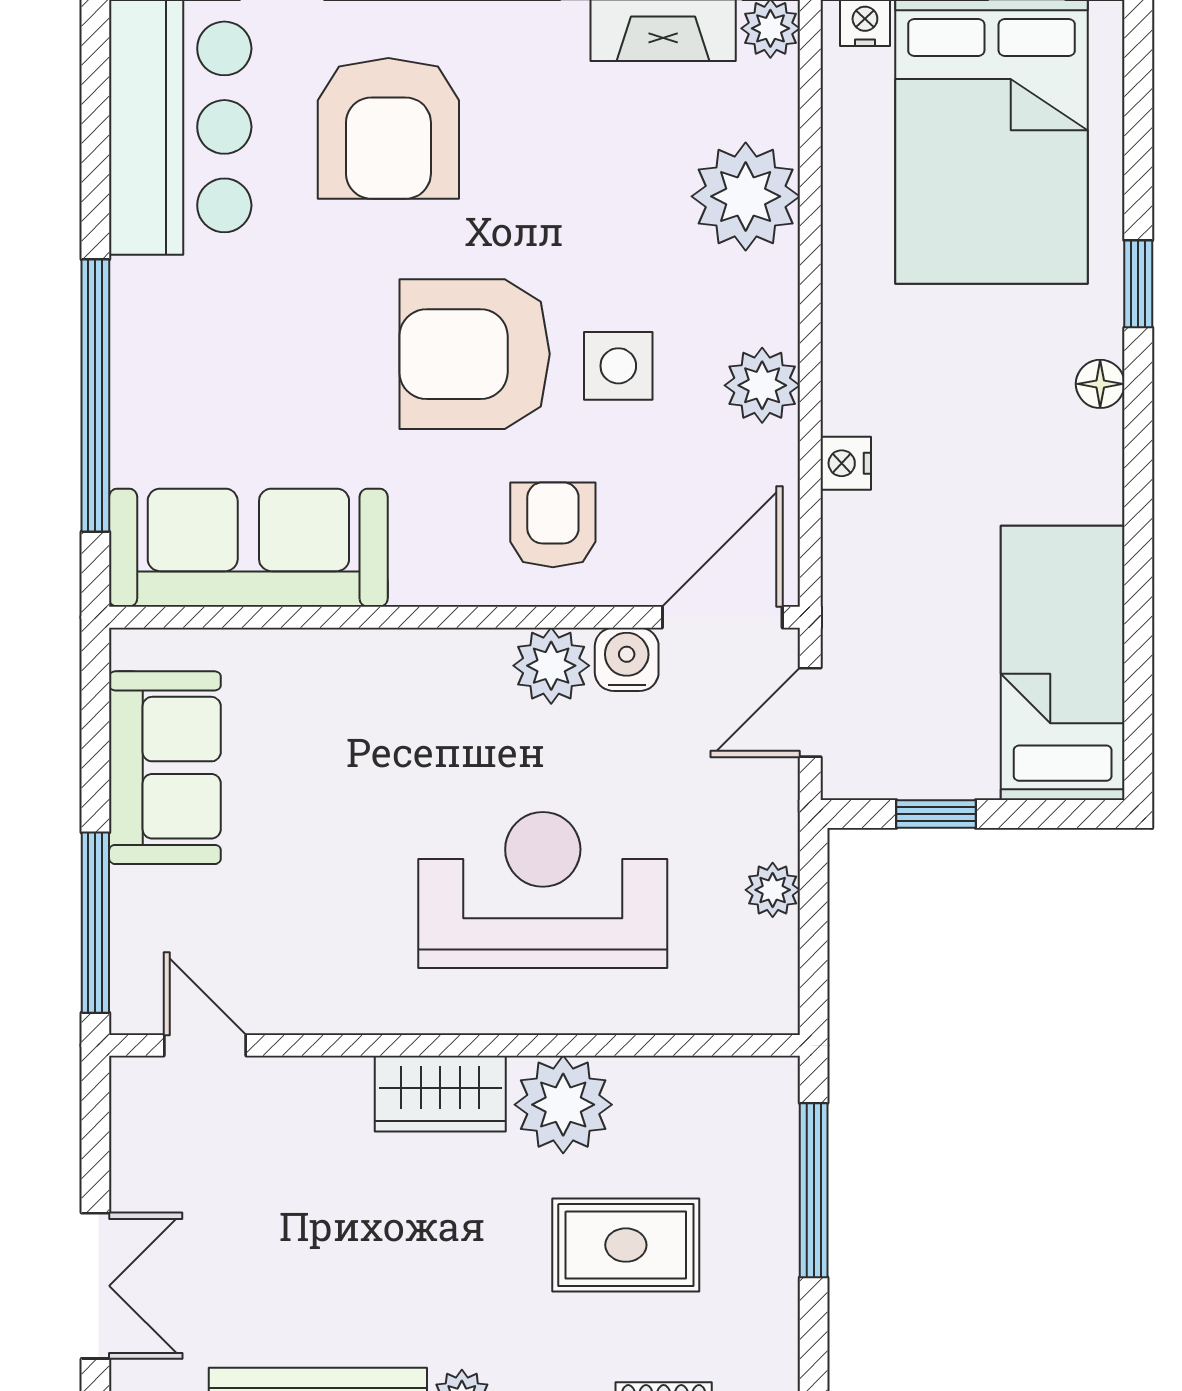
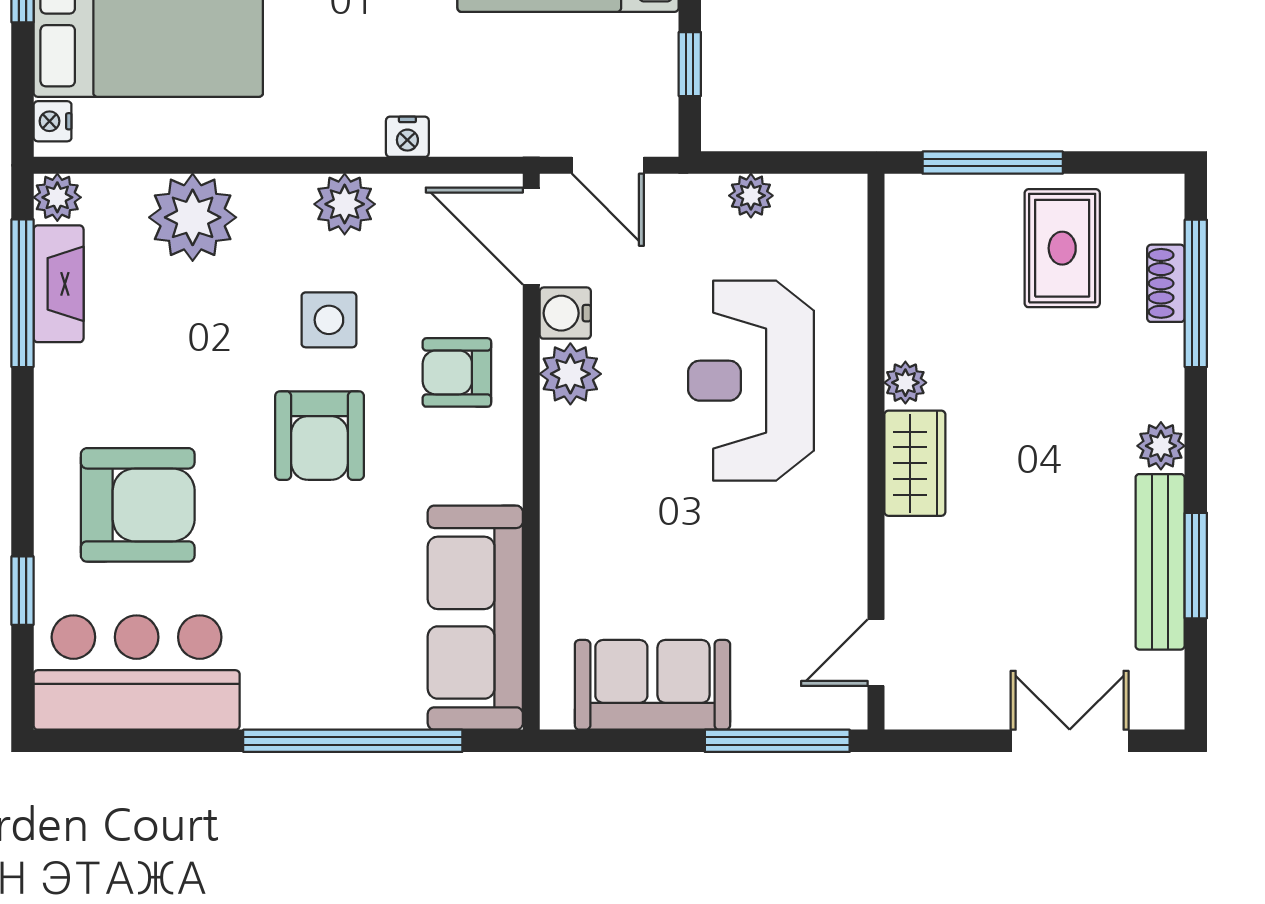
armchair: (475, 354) -> (320, 436), width x0.73, depth x0.73
plant: (563, 1105) -> (905, 383), width x0.53, depth x0.53
rug: (626, 1245) -> (1062, 248), moved

